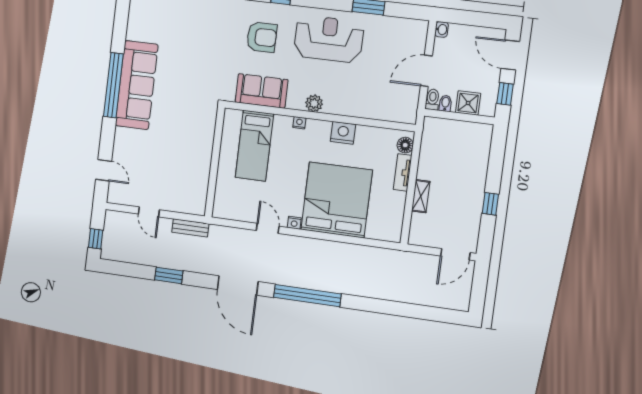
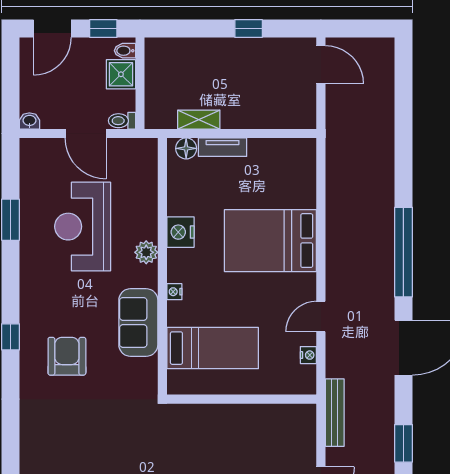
reception desk: (329, 39) -> (83, 227), moved
sofa: (262, 91) -> (138, 322), moved
plant: (314, 103) -> (146, 252), moved
bidet: (445, 103) -> (125, 51), moved
shelving: (421, 196) -> (199, 120), moved
bed: (337, 200) -> (270, 241), width x0.73
nightstand: (294, 223) -> (308, 355), moved
bench: (190, 228) -> (335, 413), width x1.36

